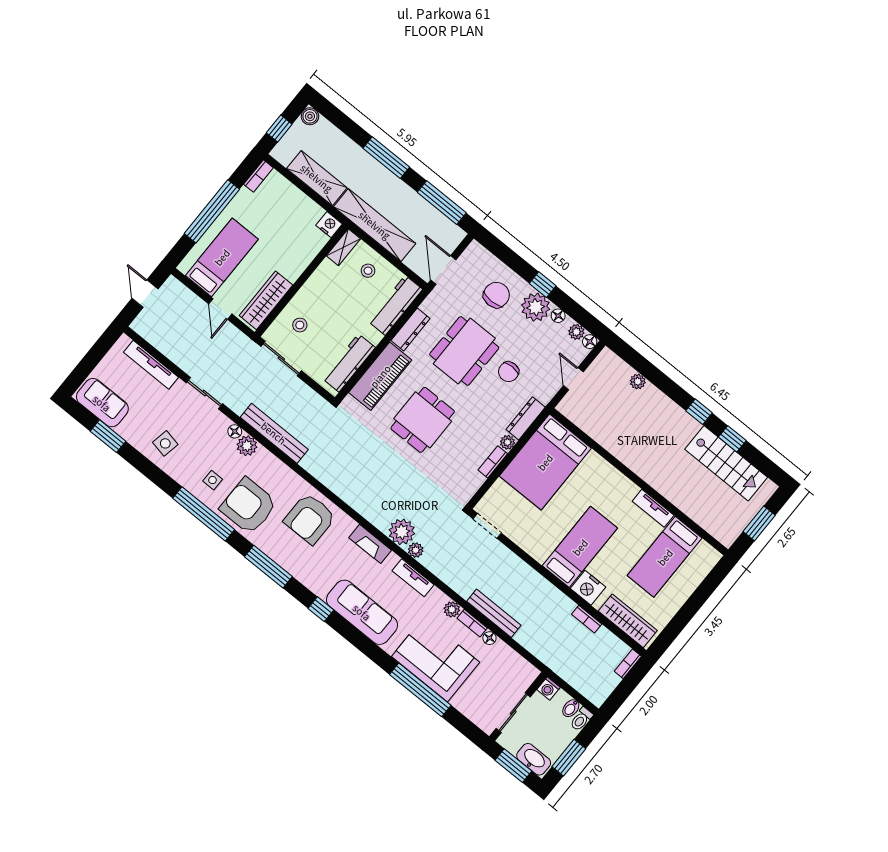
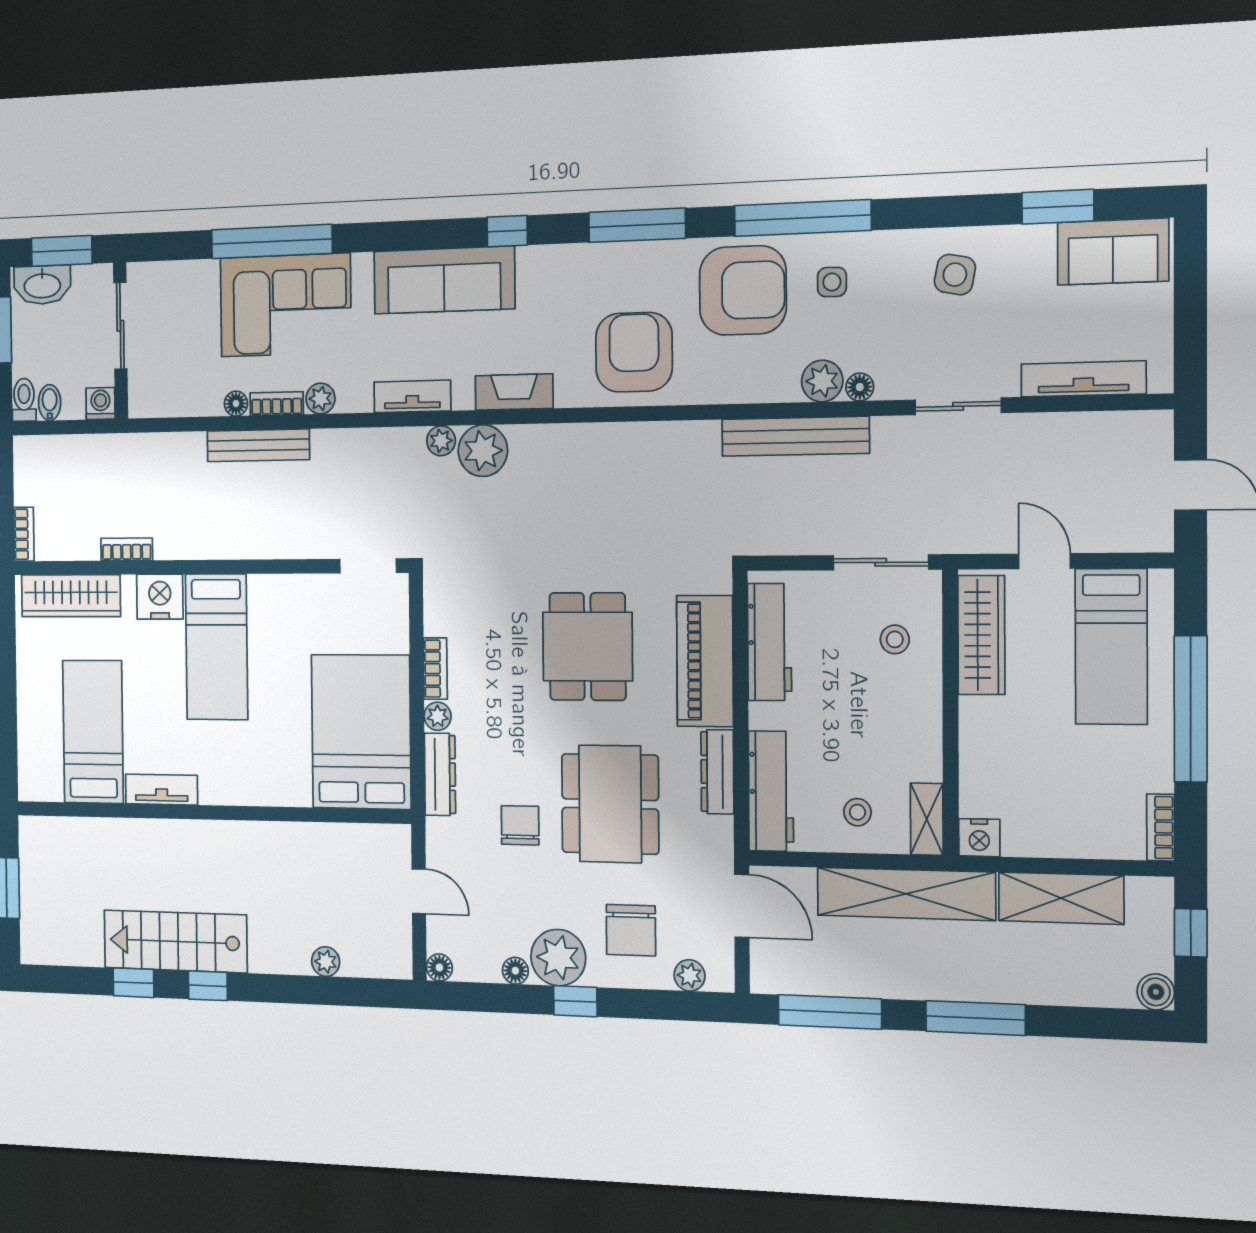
plant: (576, 332) -> (690, 975), moved
stairs: (726, 463) -> (175, 941), moved

